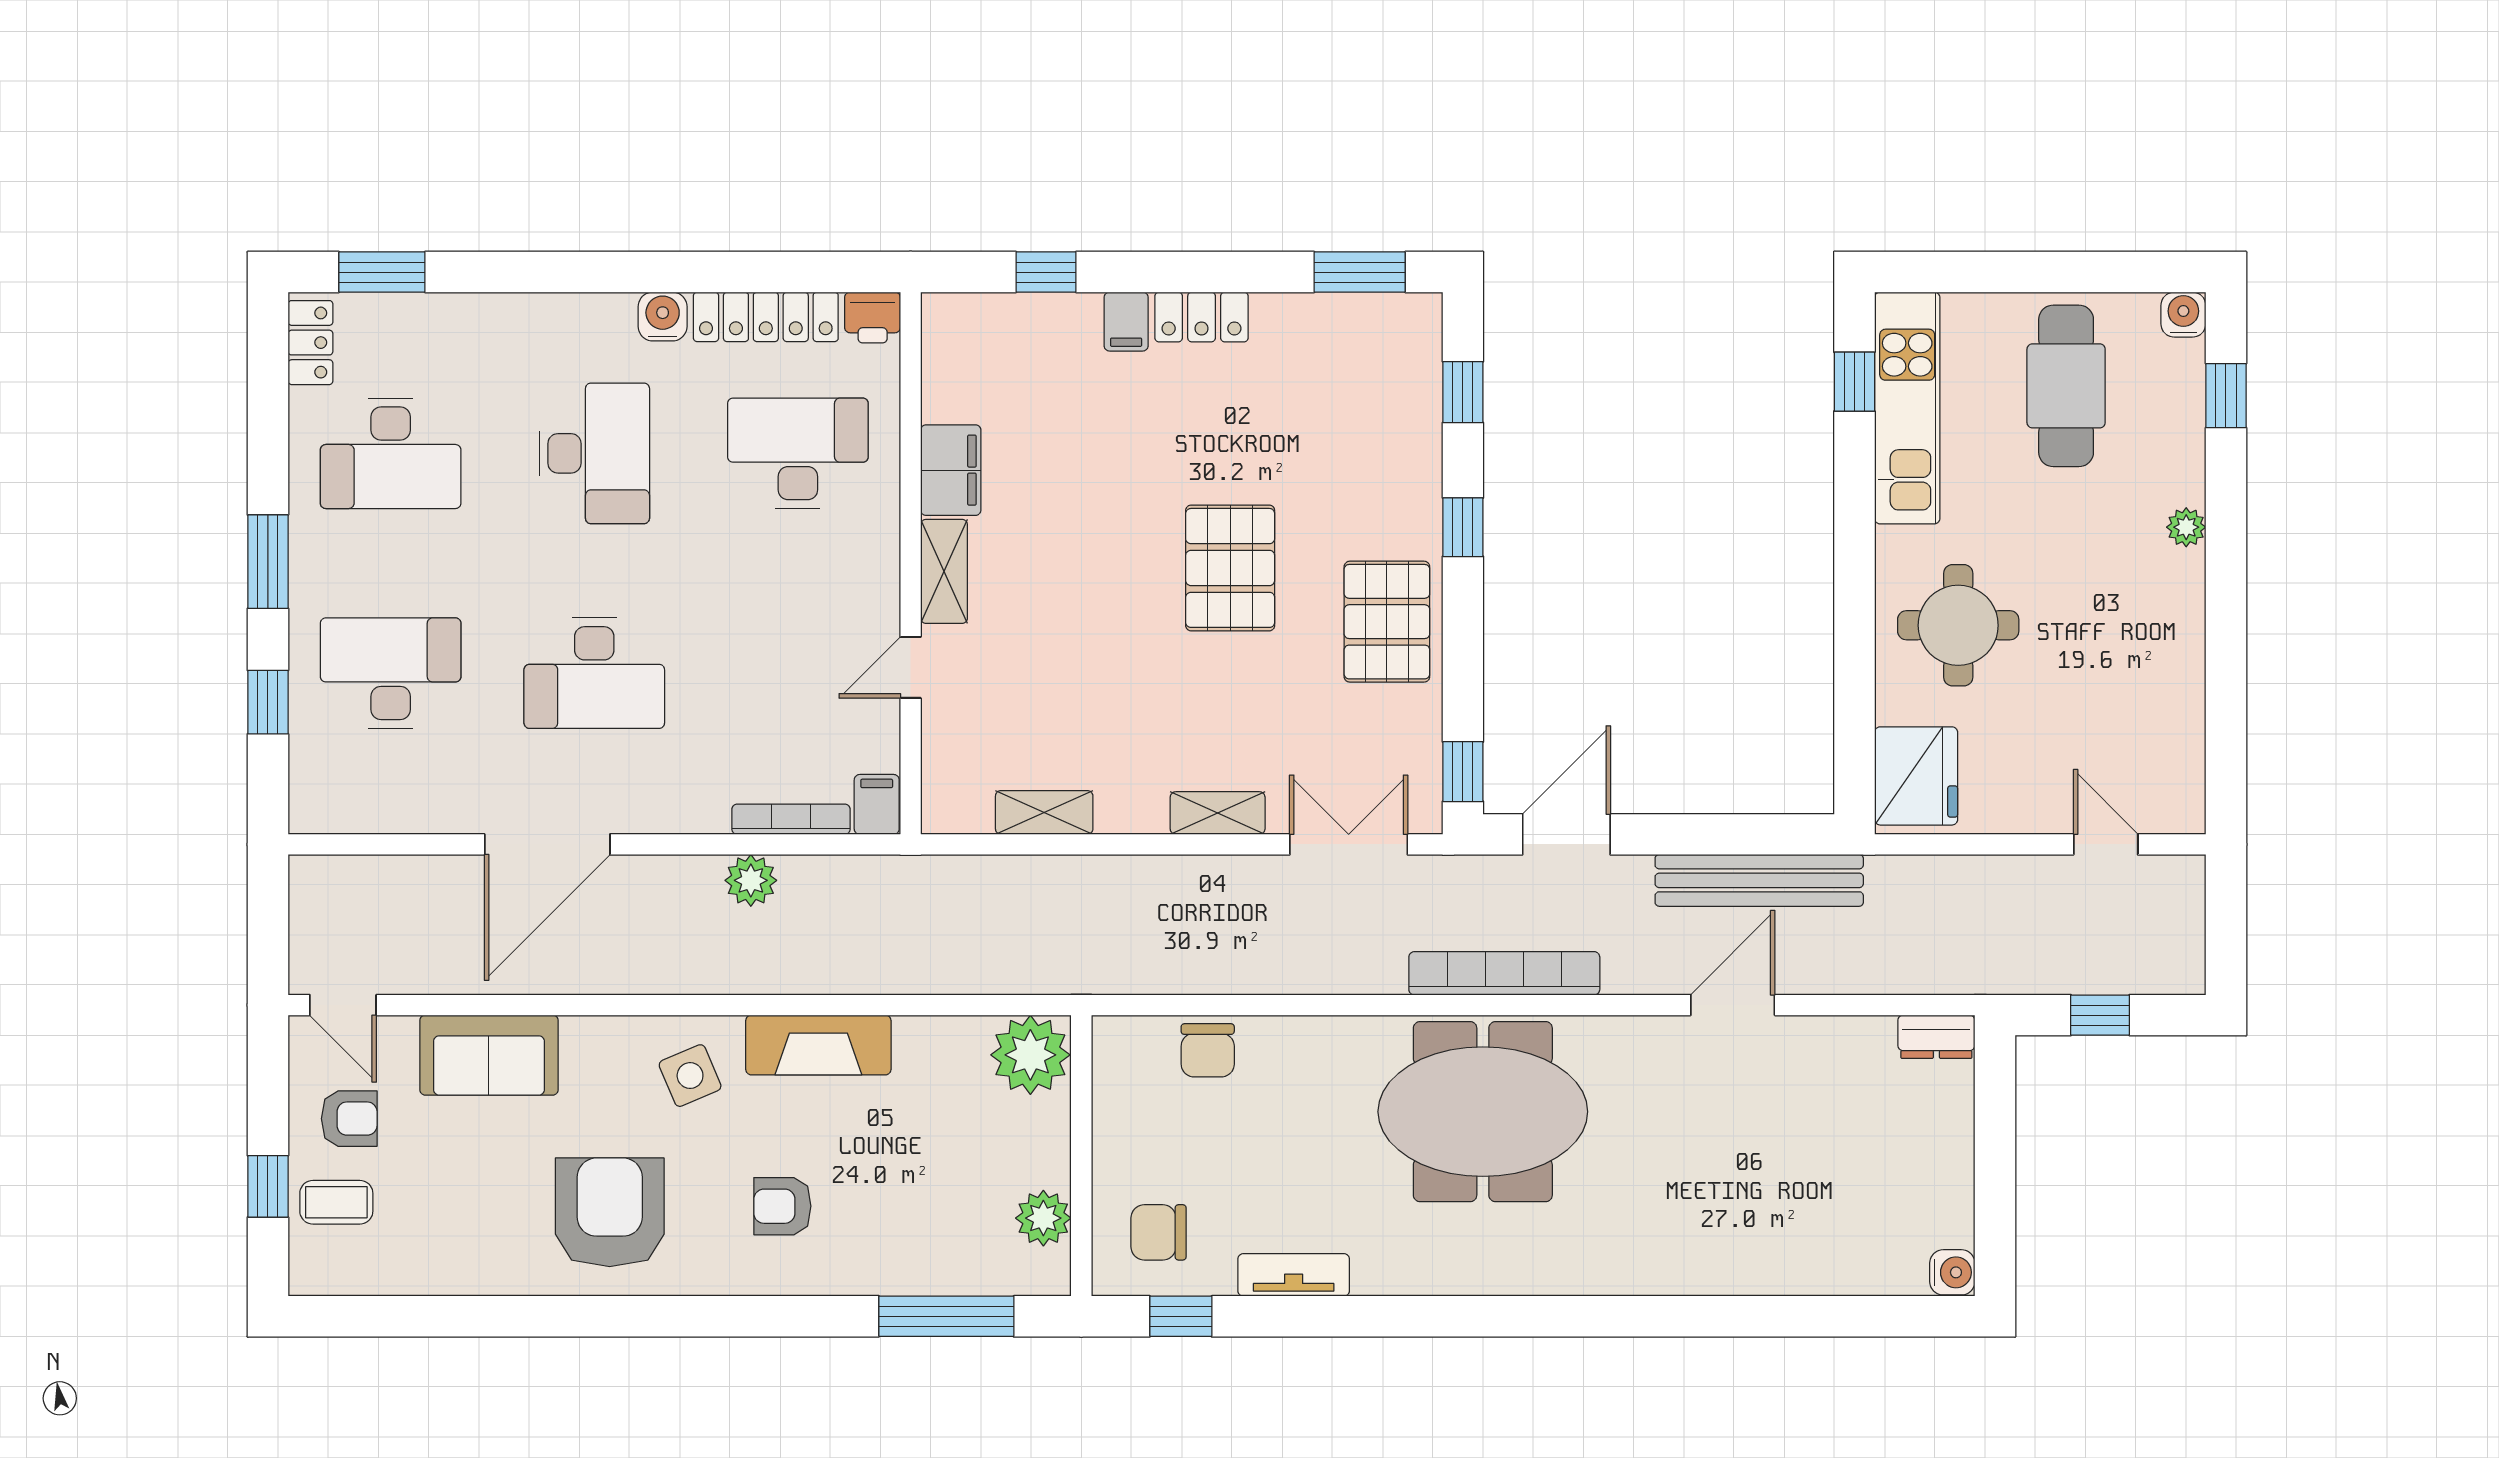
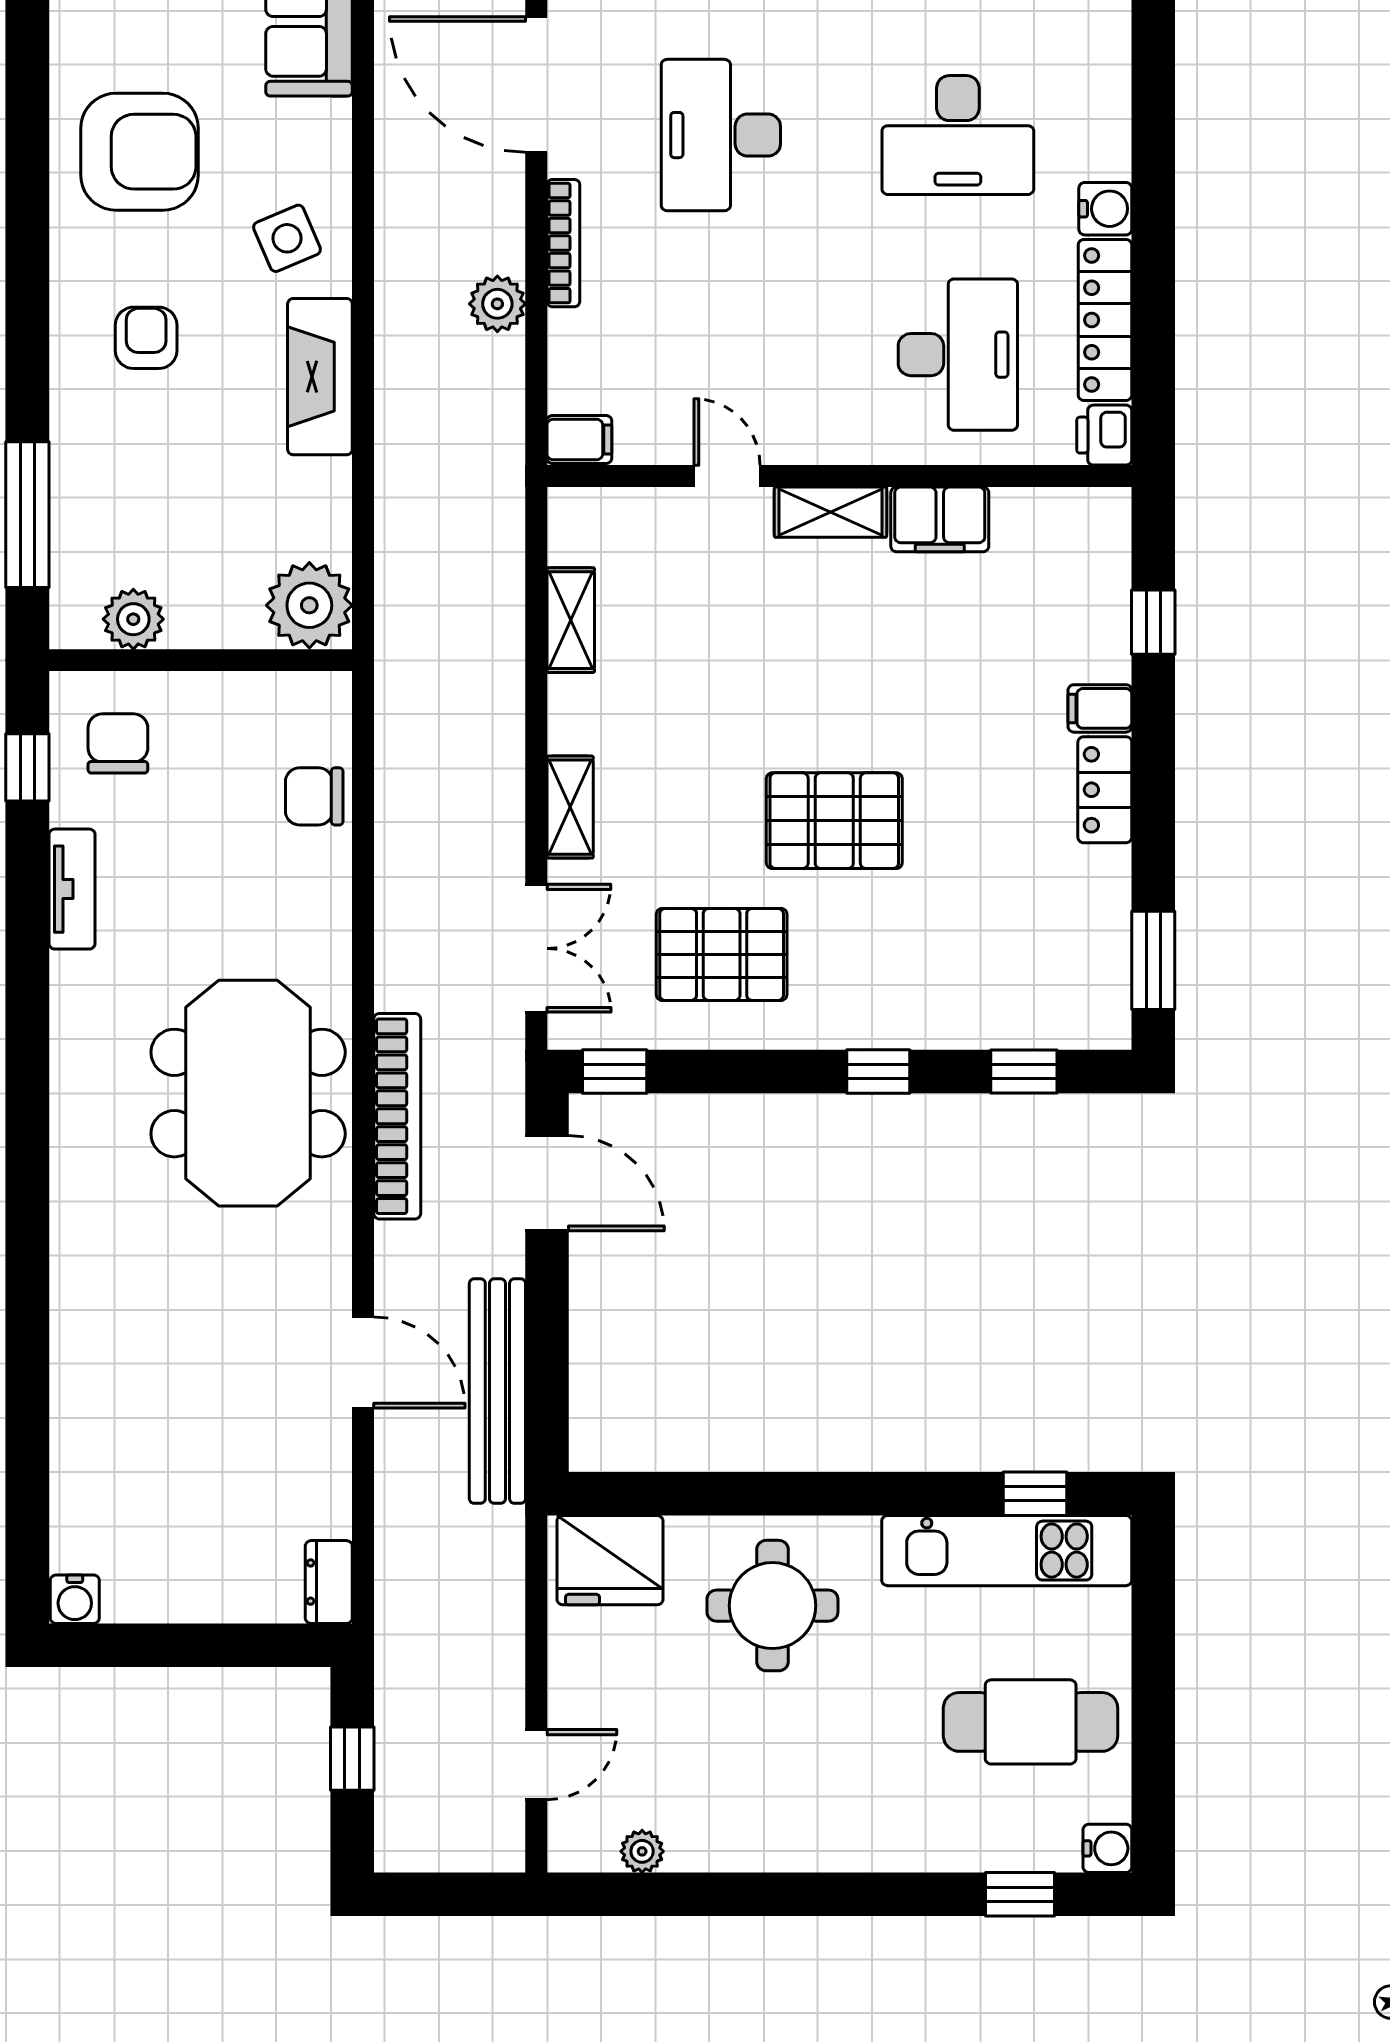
plant: (2186, 527) -> (642, 1851), moved
pallet: (1387, 622) -> (722, 954), moved
bookcase: (791, 819) -> (563, 243), moved

